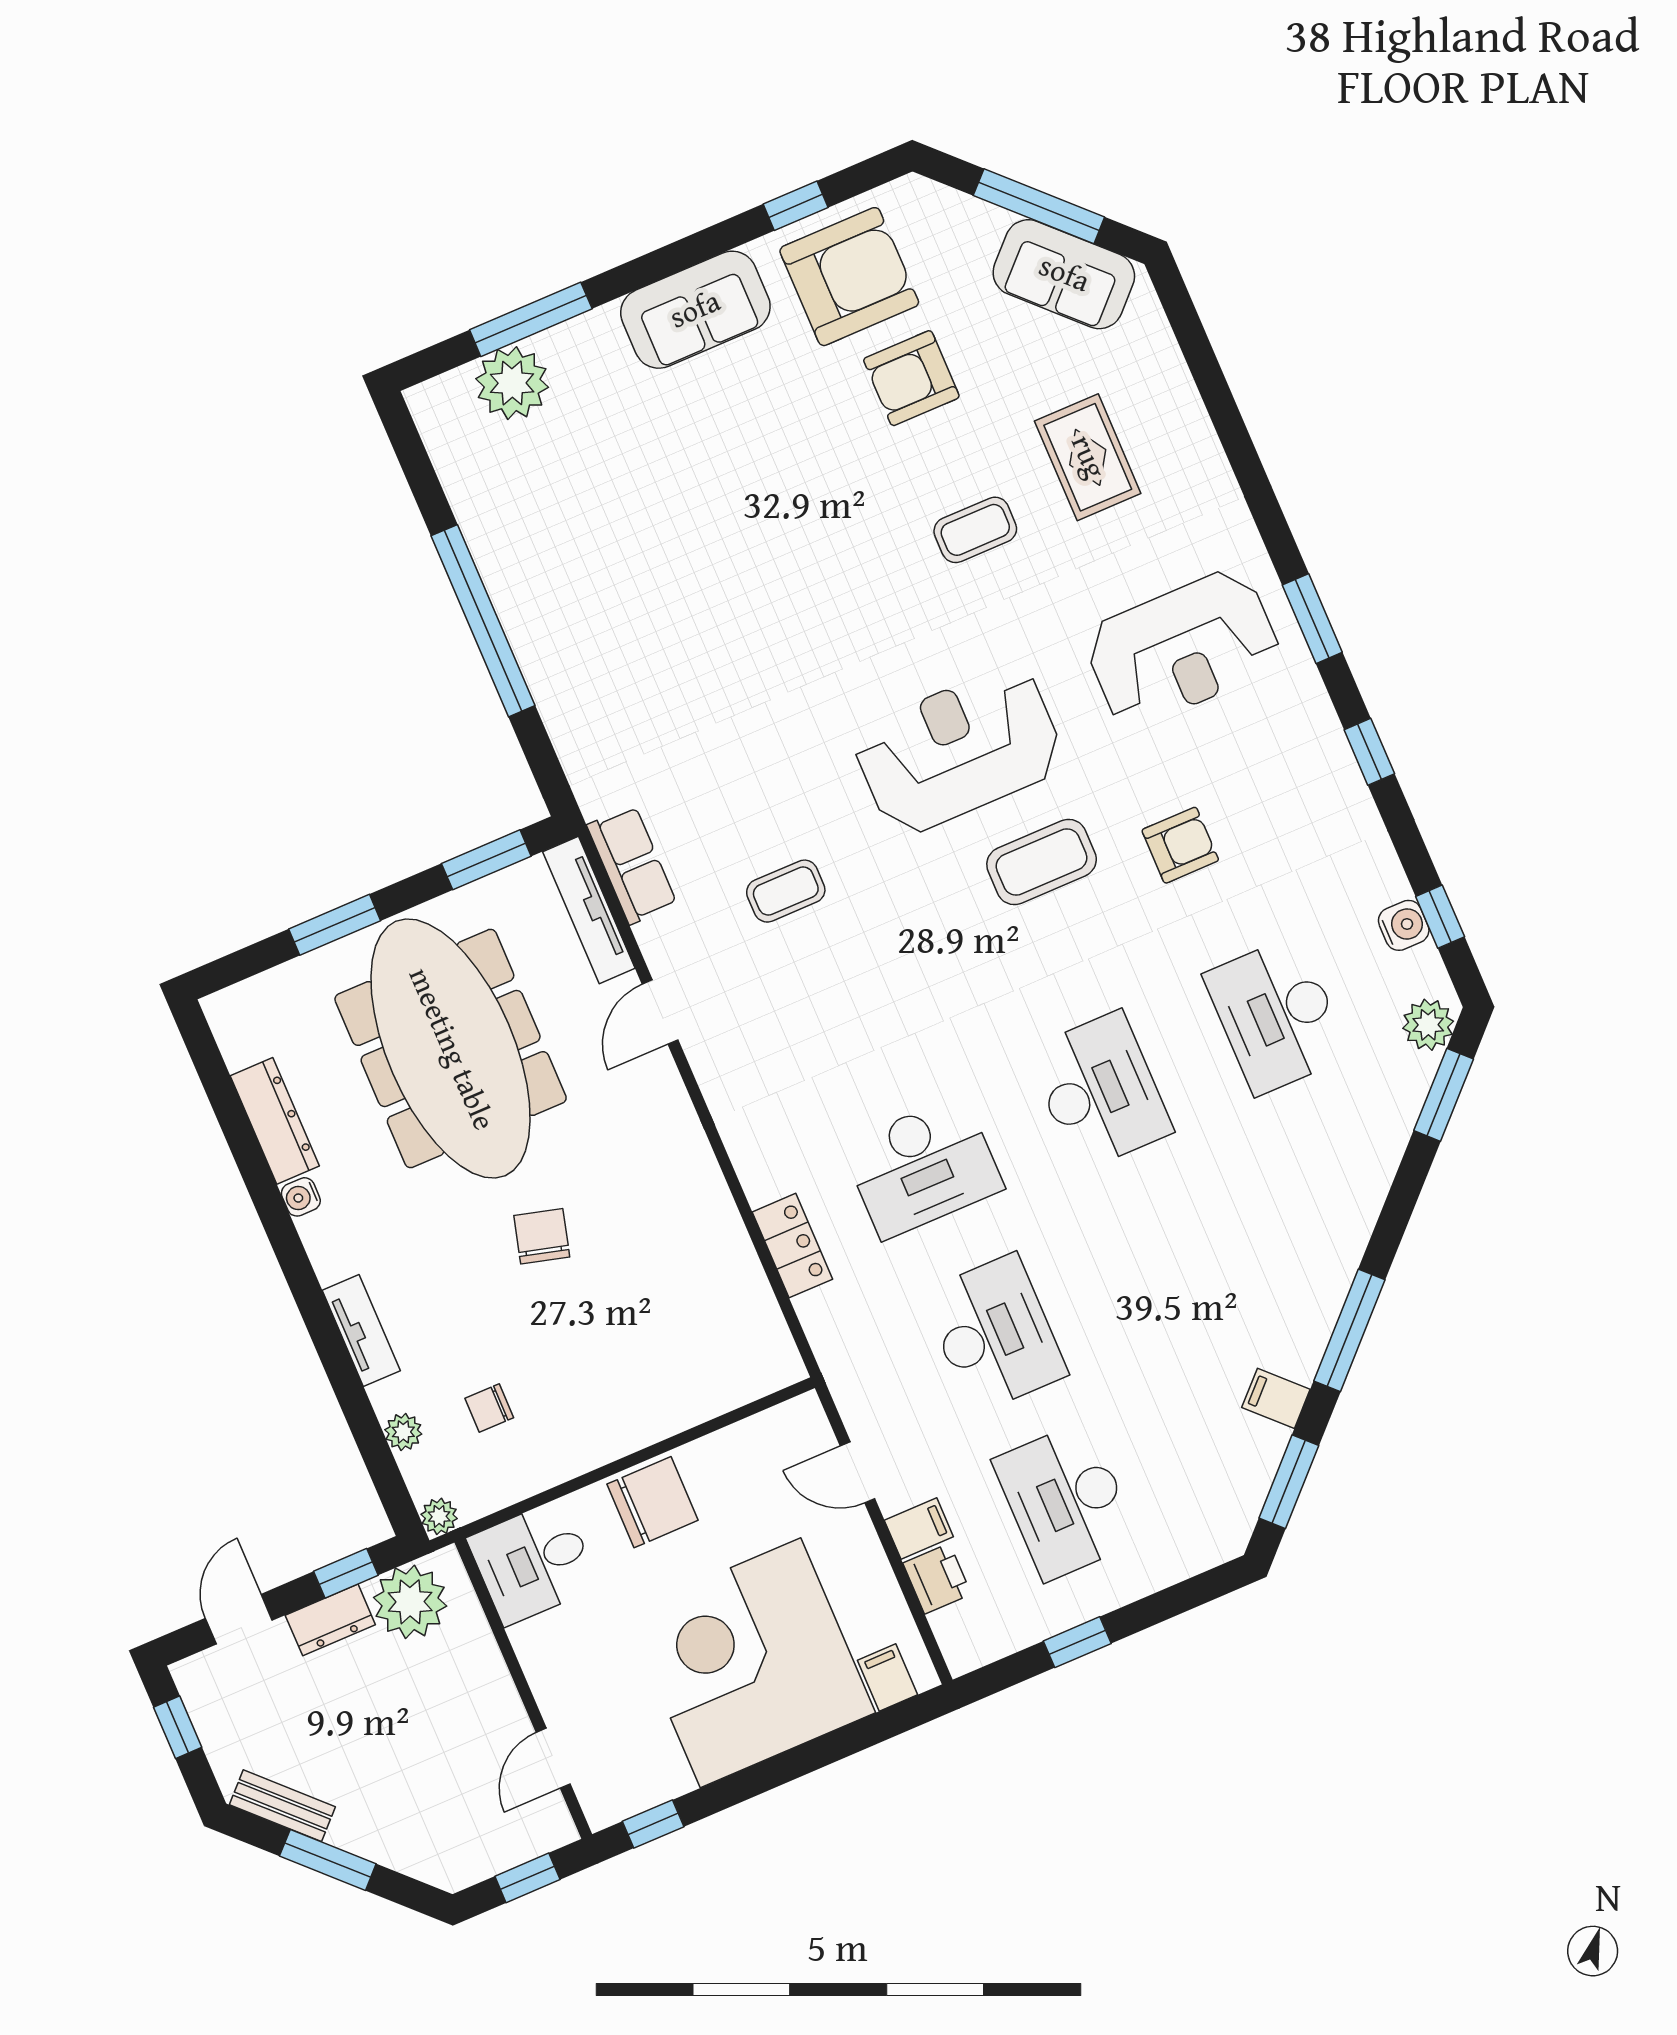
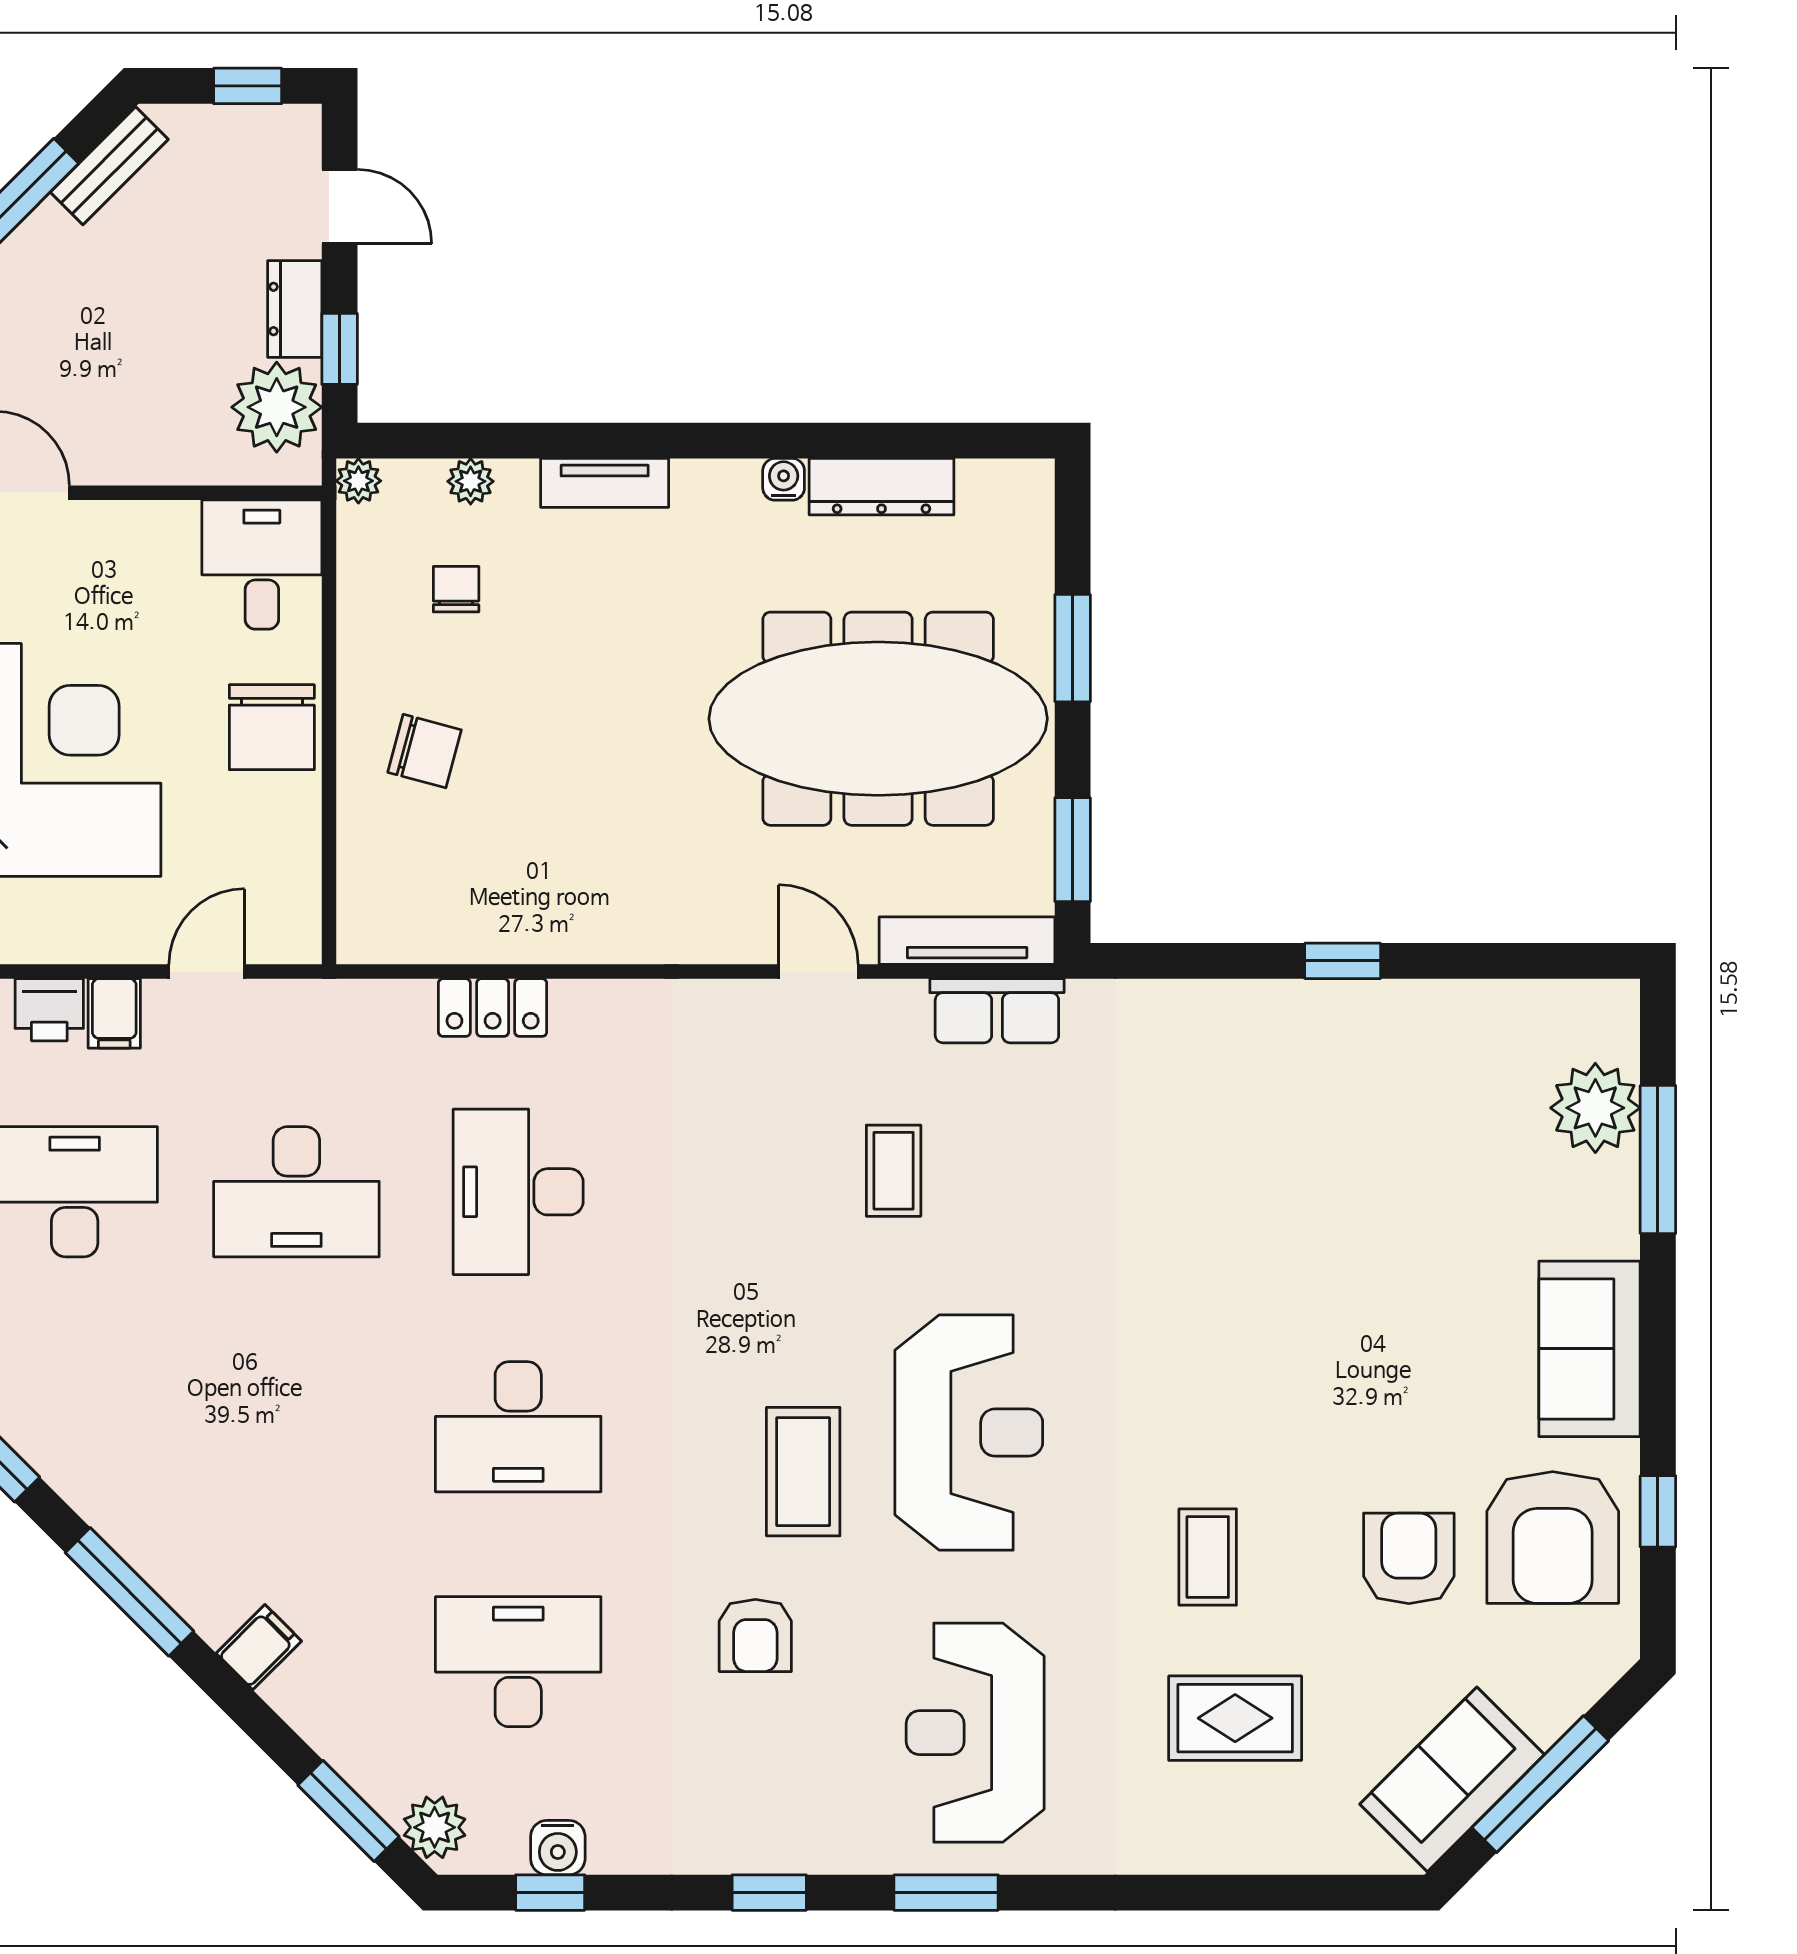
window: (483, 621) -> (1343, 961), width x0.32
chair: (542, 1236) -> (425, 751), moved
filing cabinet: (1276, 1398) -> (259, 1647), moved

